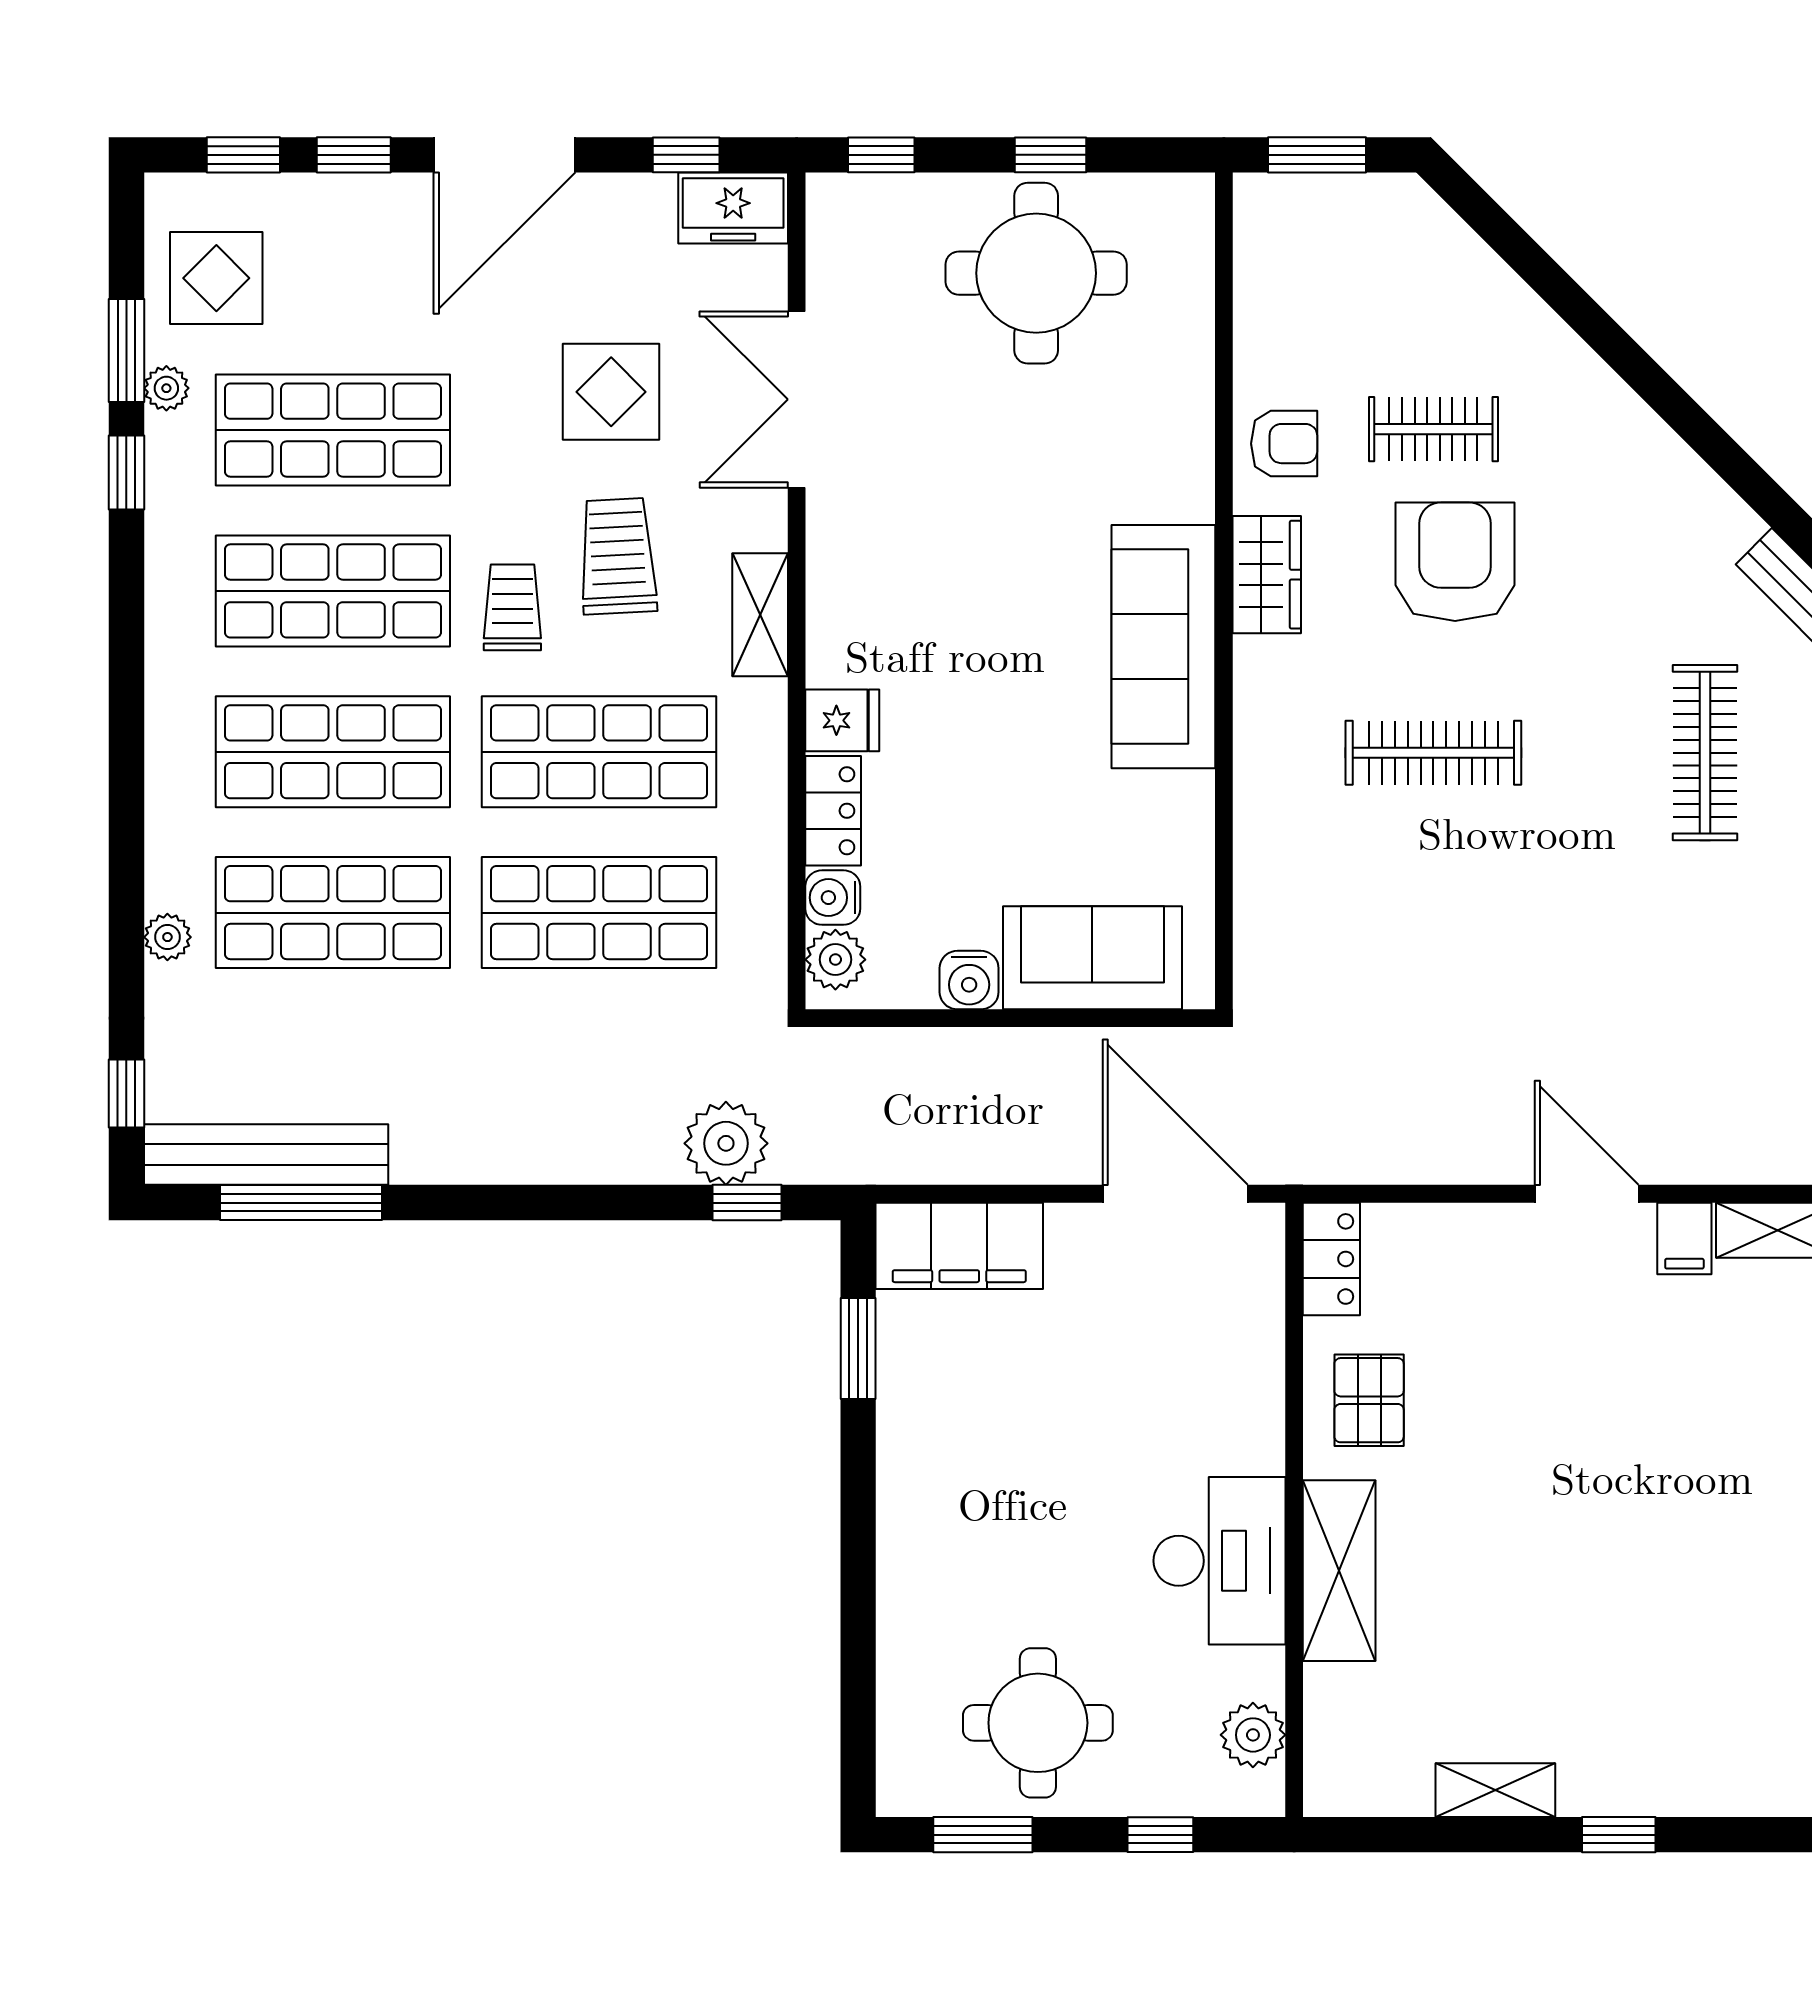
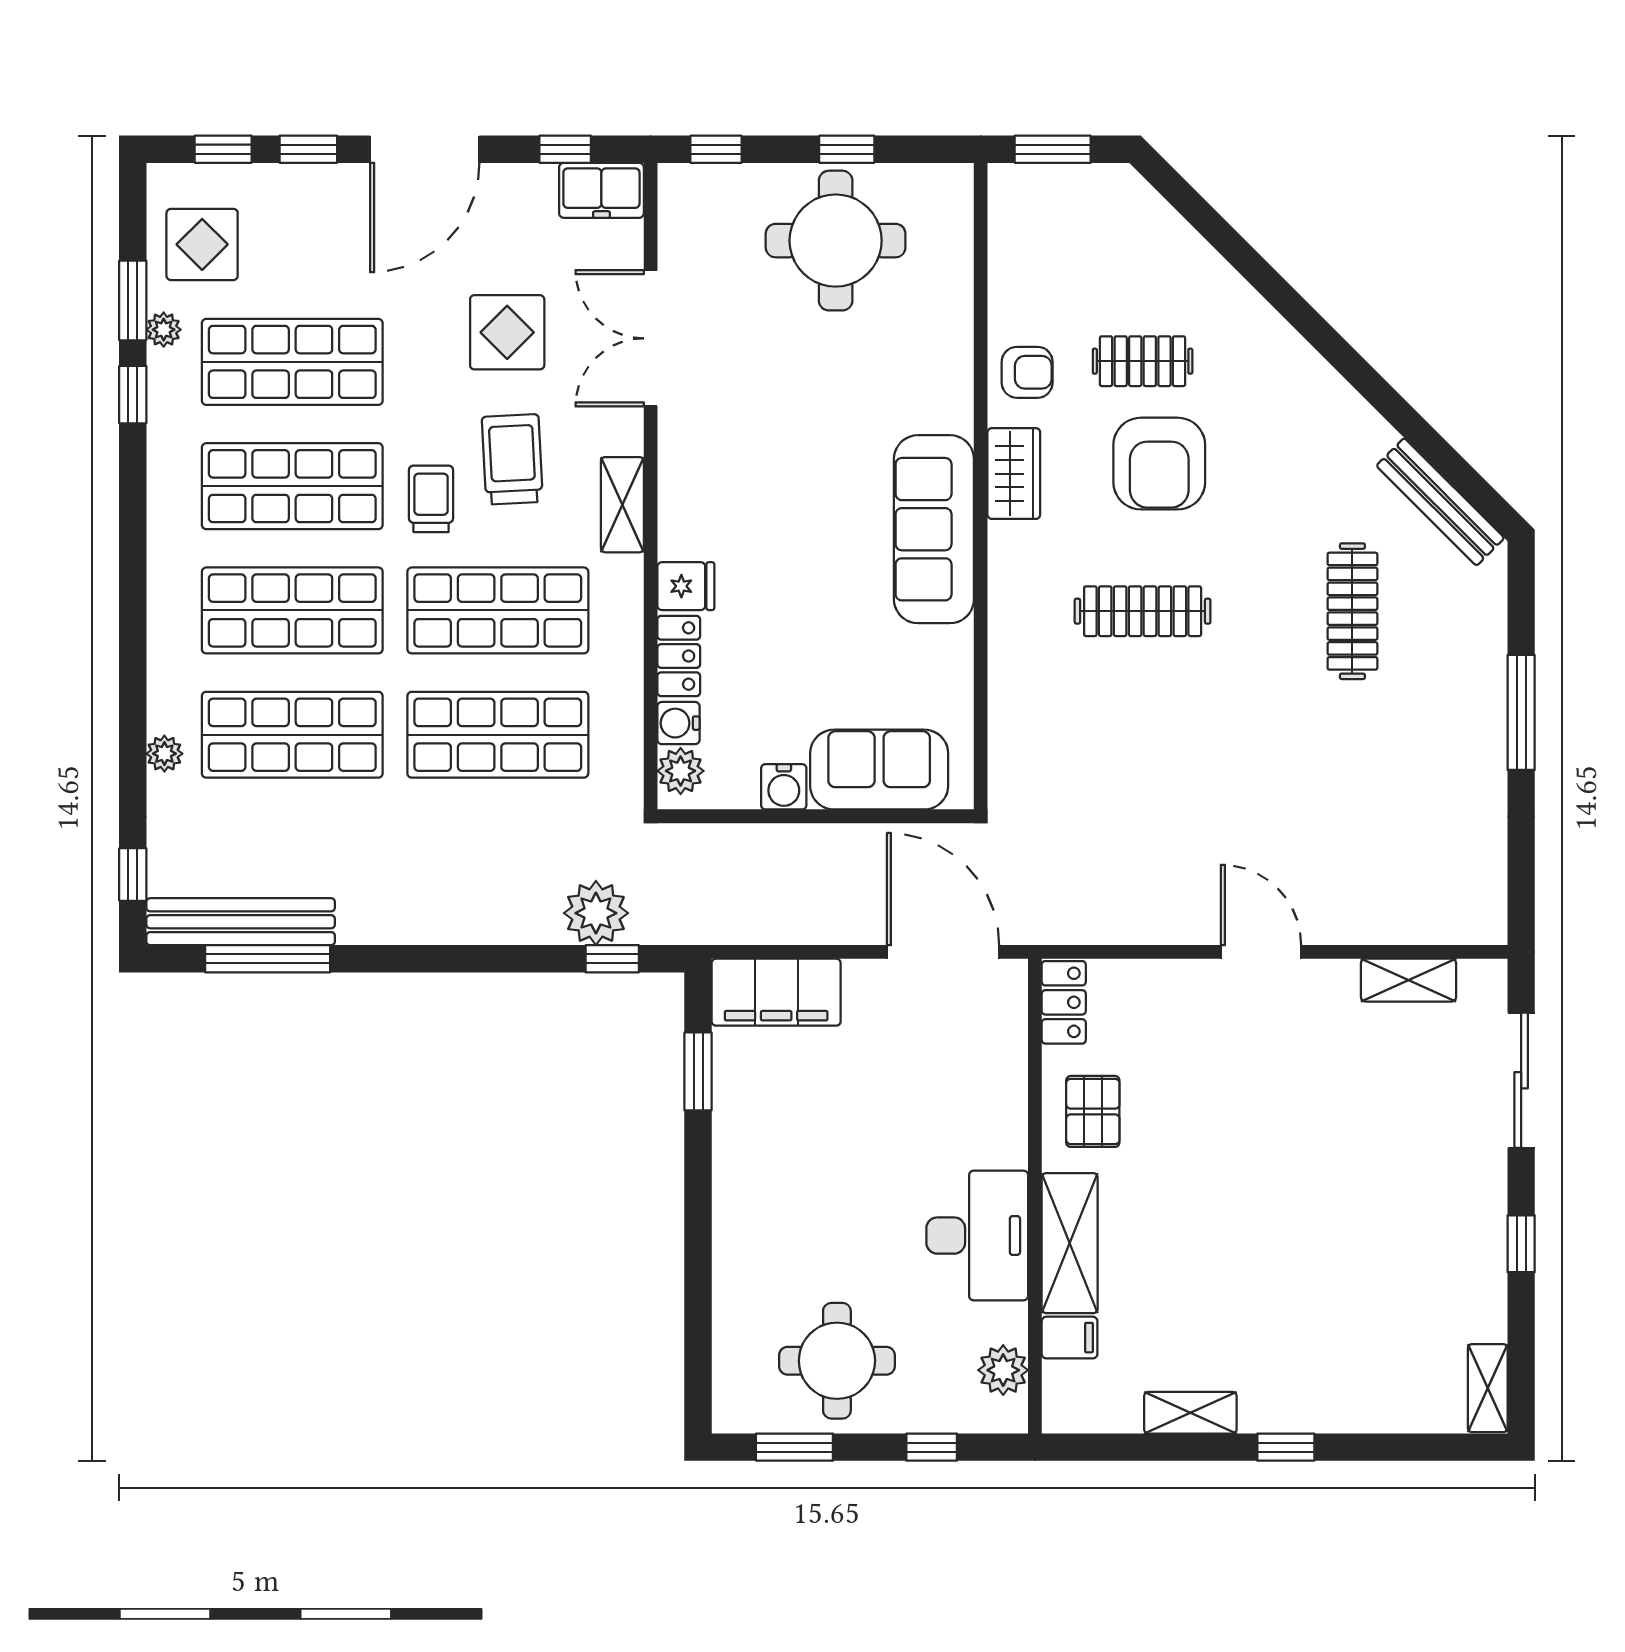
armchair: (1455, 562) -> (1159, 464), turned 180
filing cabinet: (1684, 1239) -> (1070, 1338), moved, turned -90

